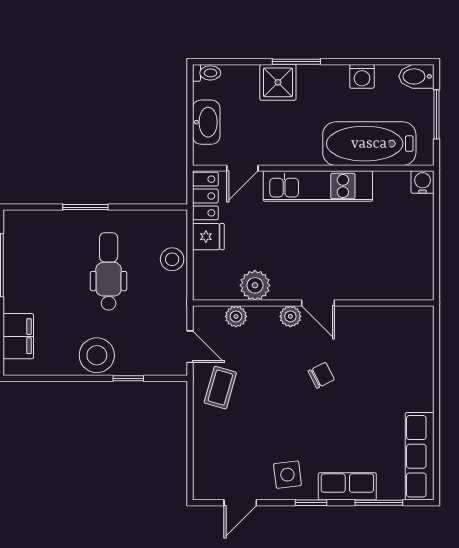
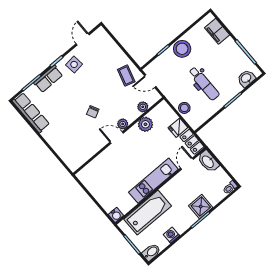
washbasin: (206, 122) -> (208, 161), moved
washbasin: (35, 223) -> (246, 78), added

